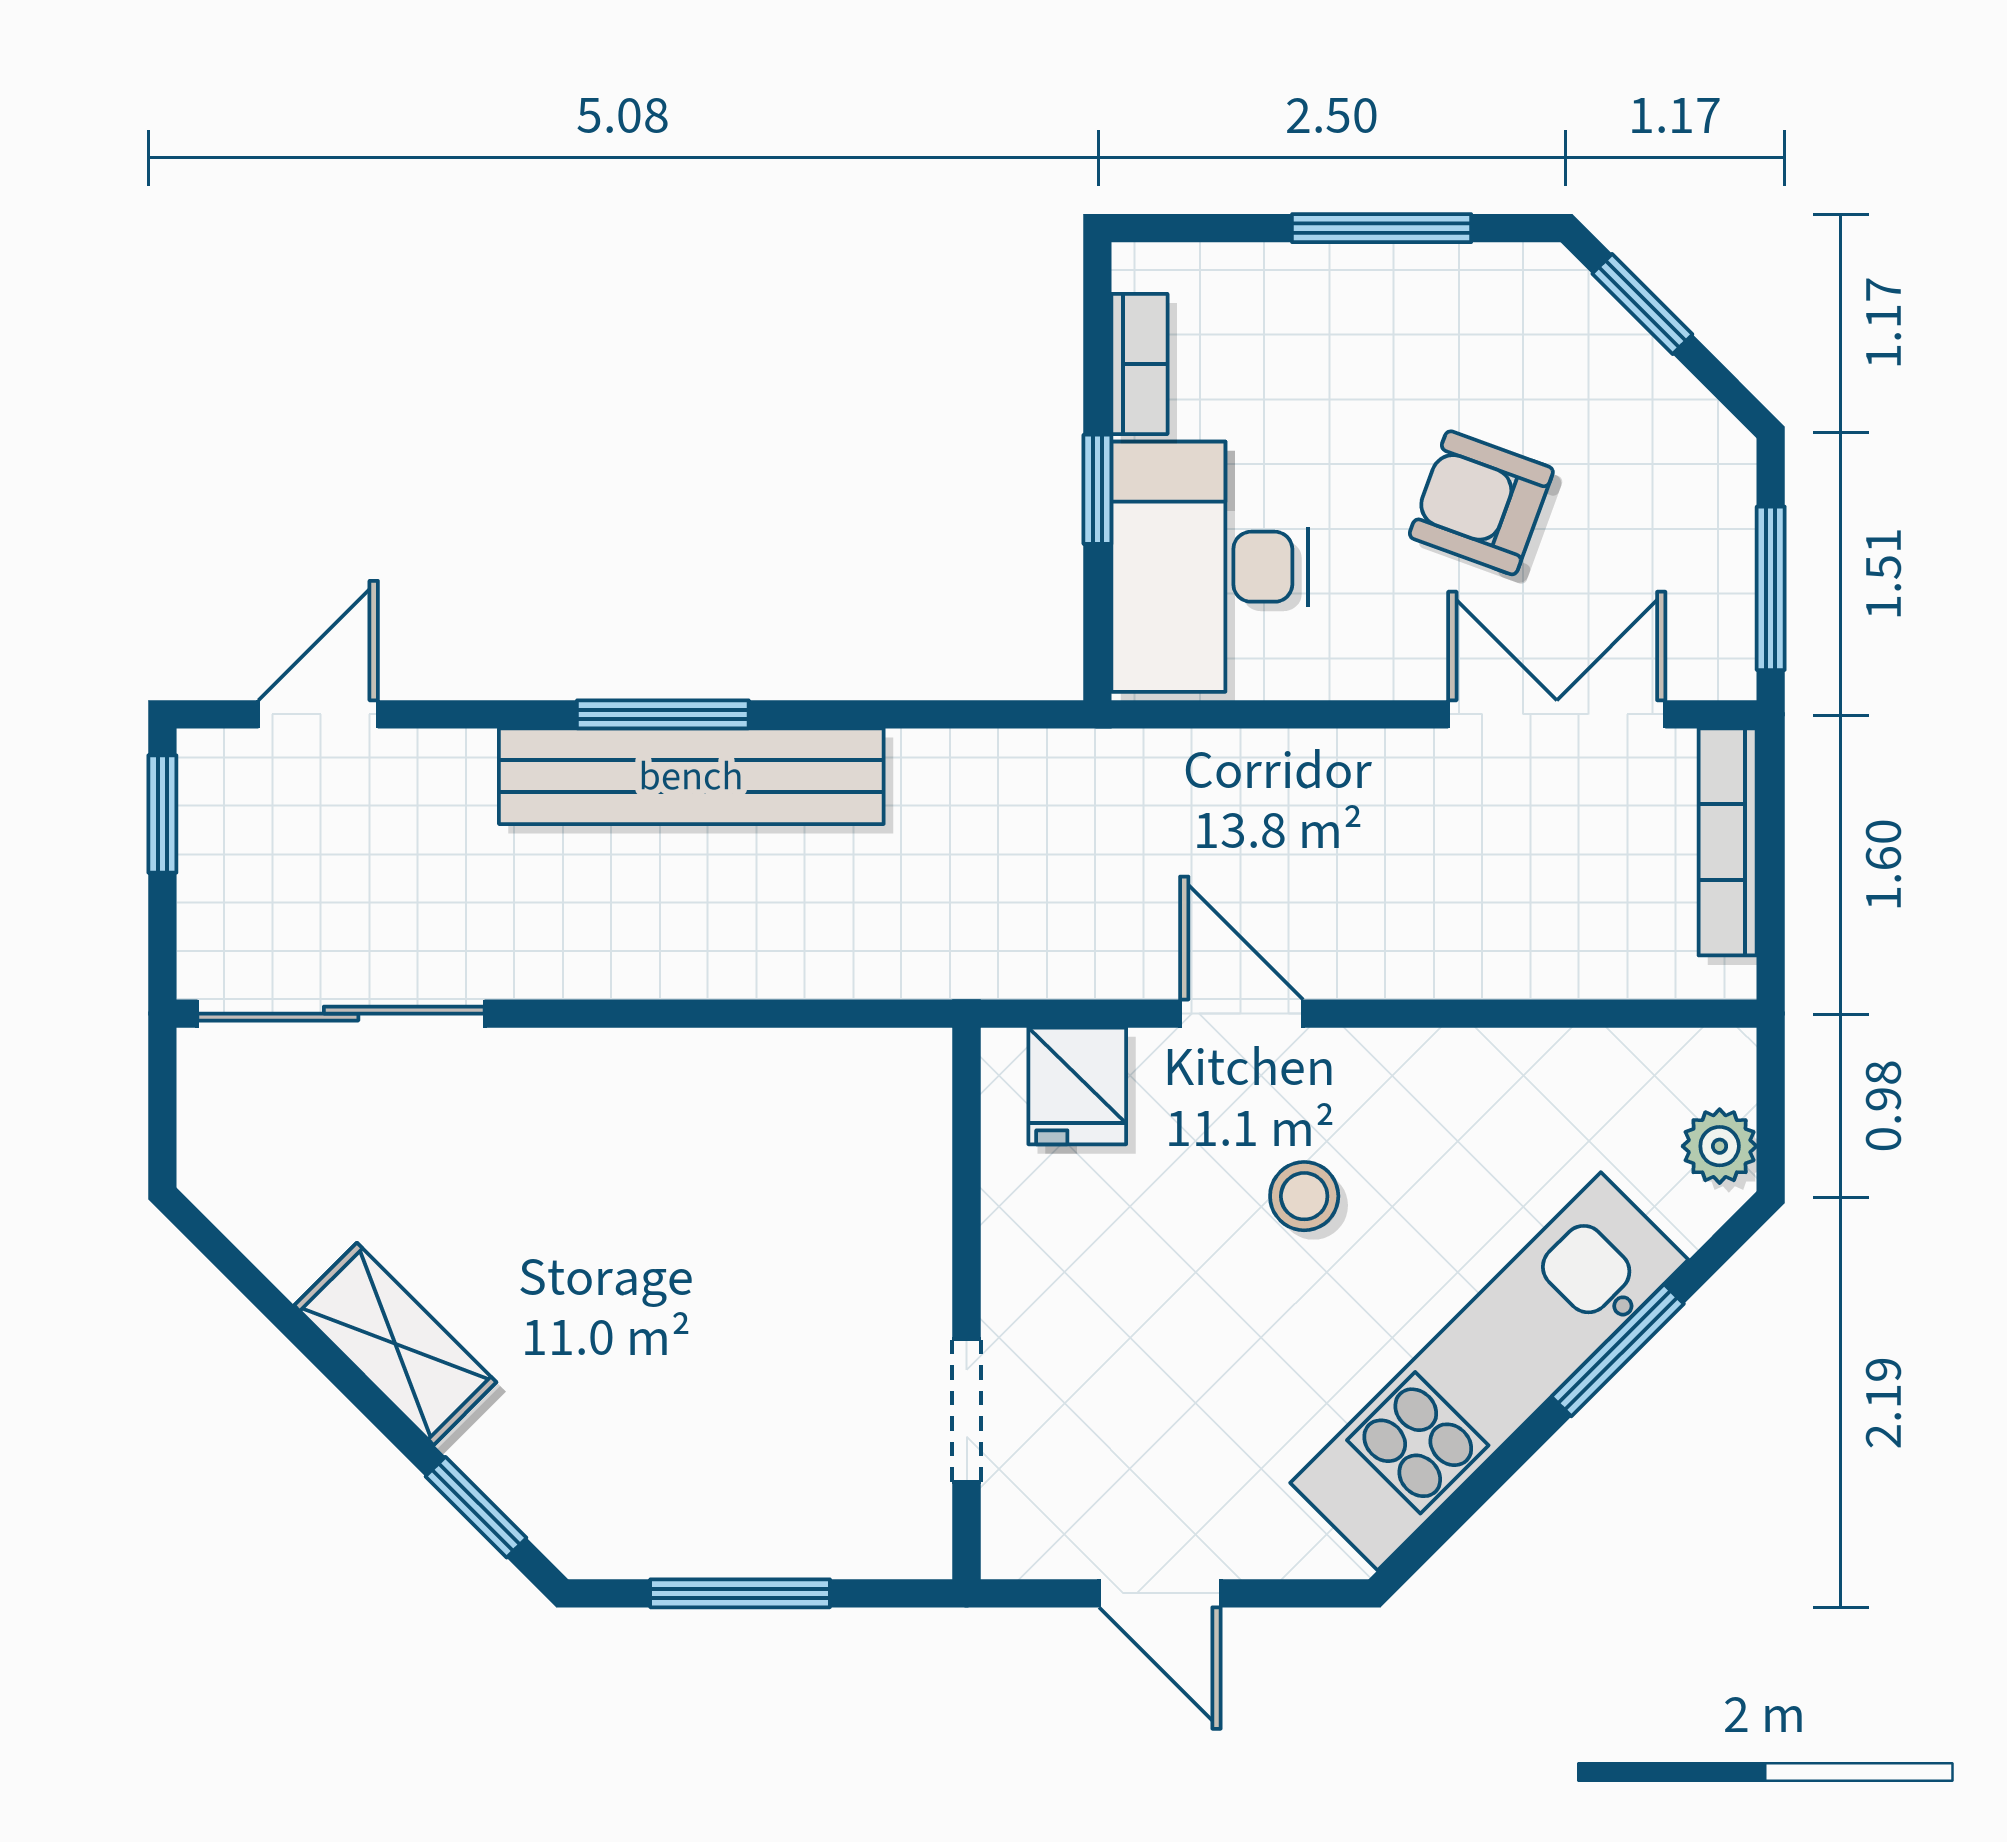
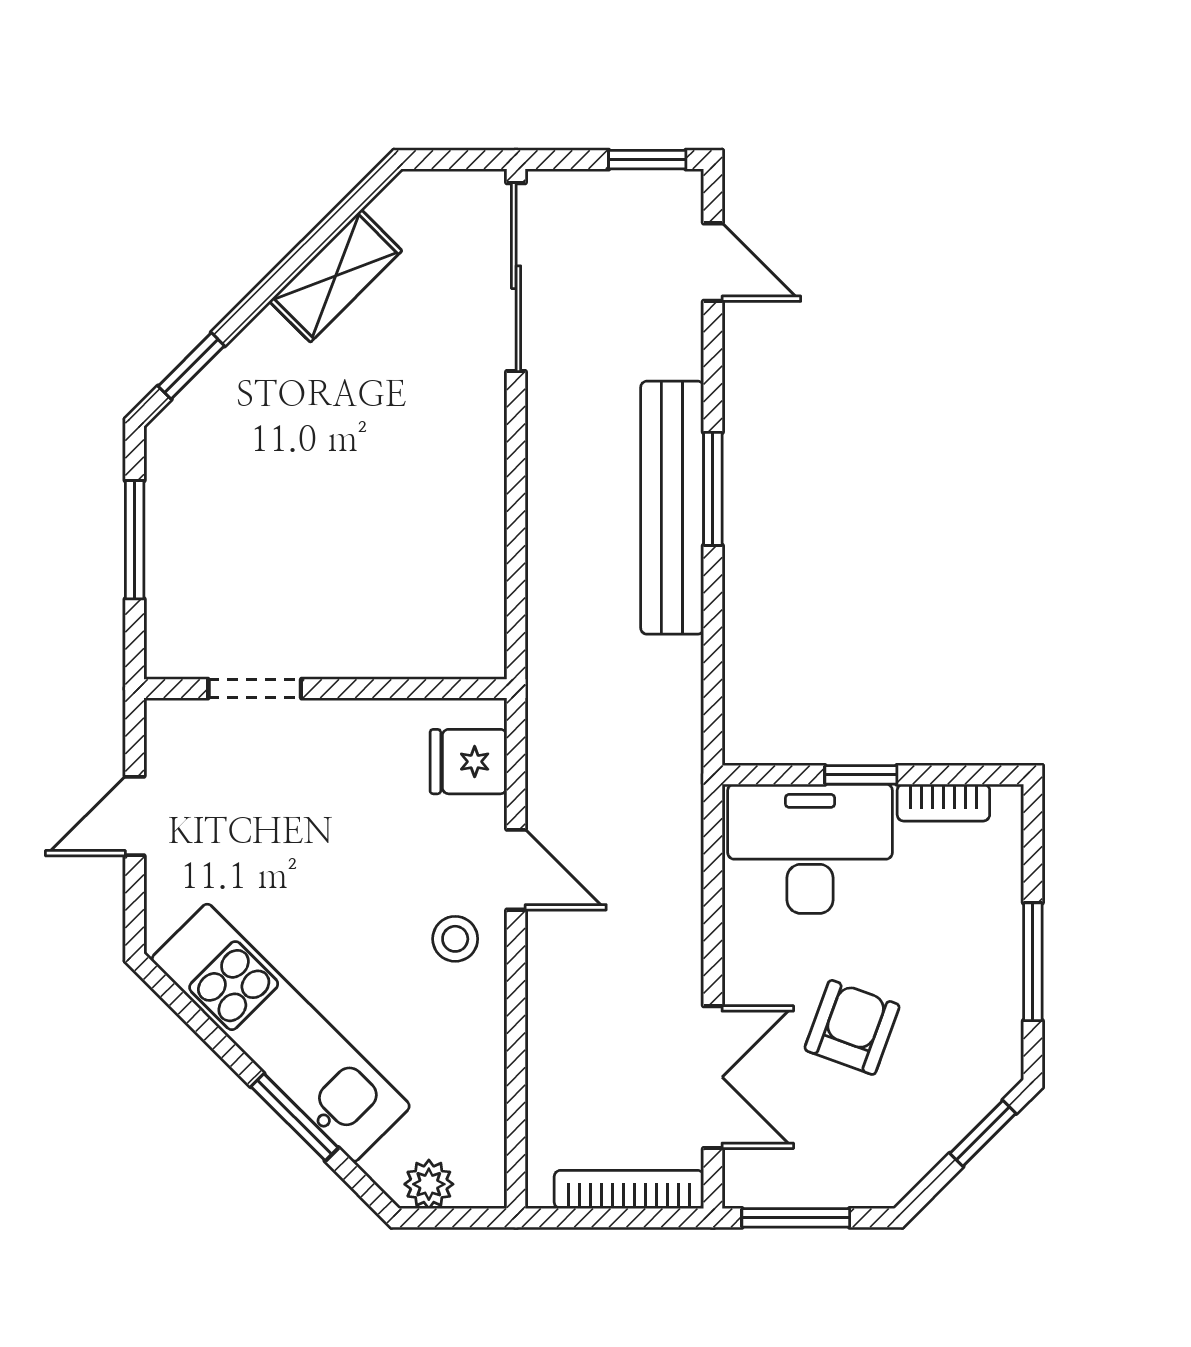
door: (1242, 1014) -> (516, 870), hinge flipped
stool: (1304, 1196) -> (455, 939), moved
shelving: (395, 1344) -> (336, 276), moved

